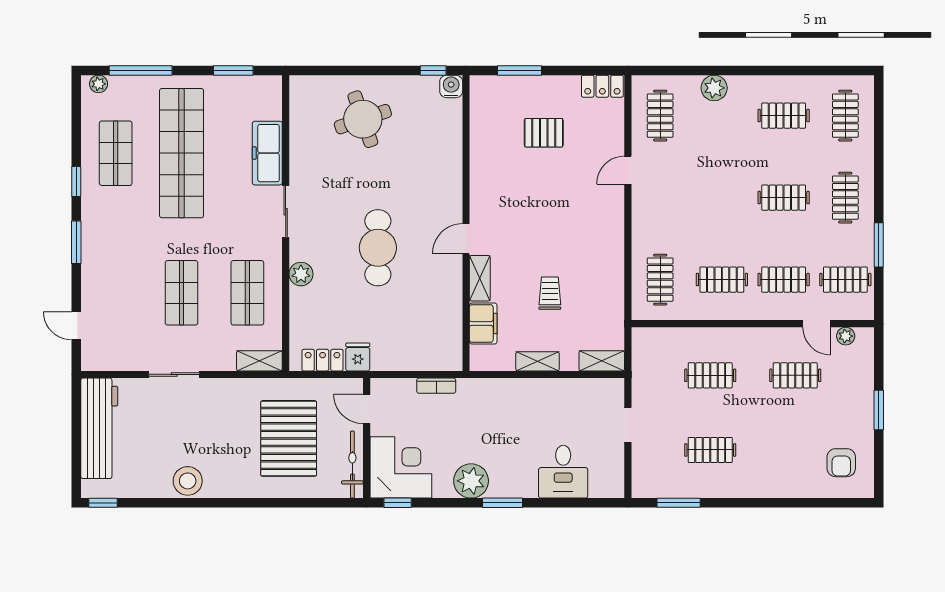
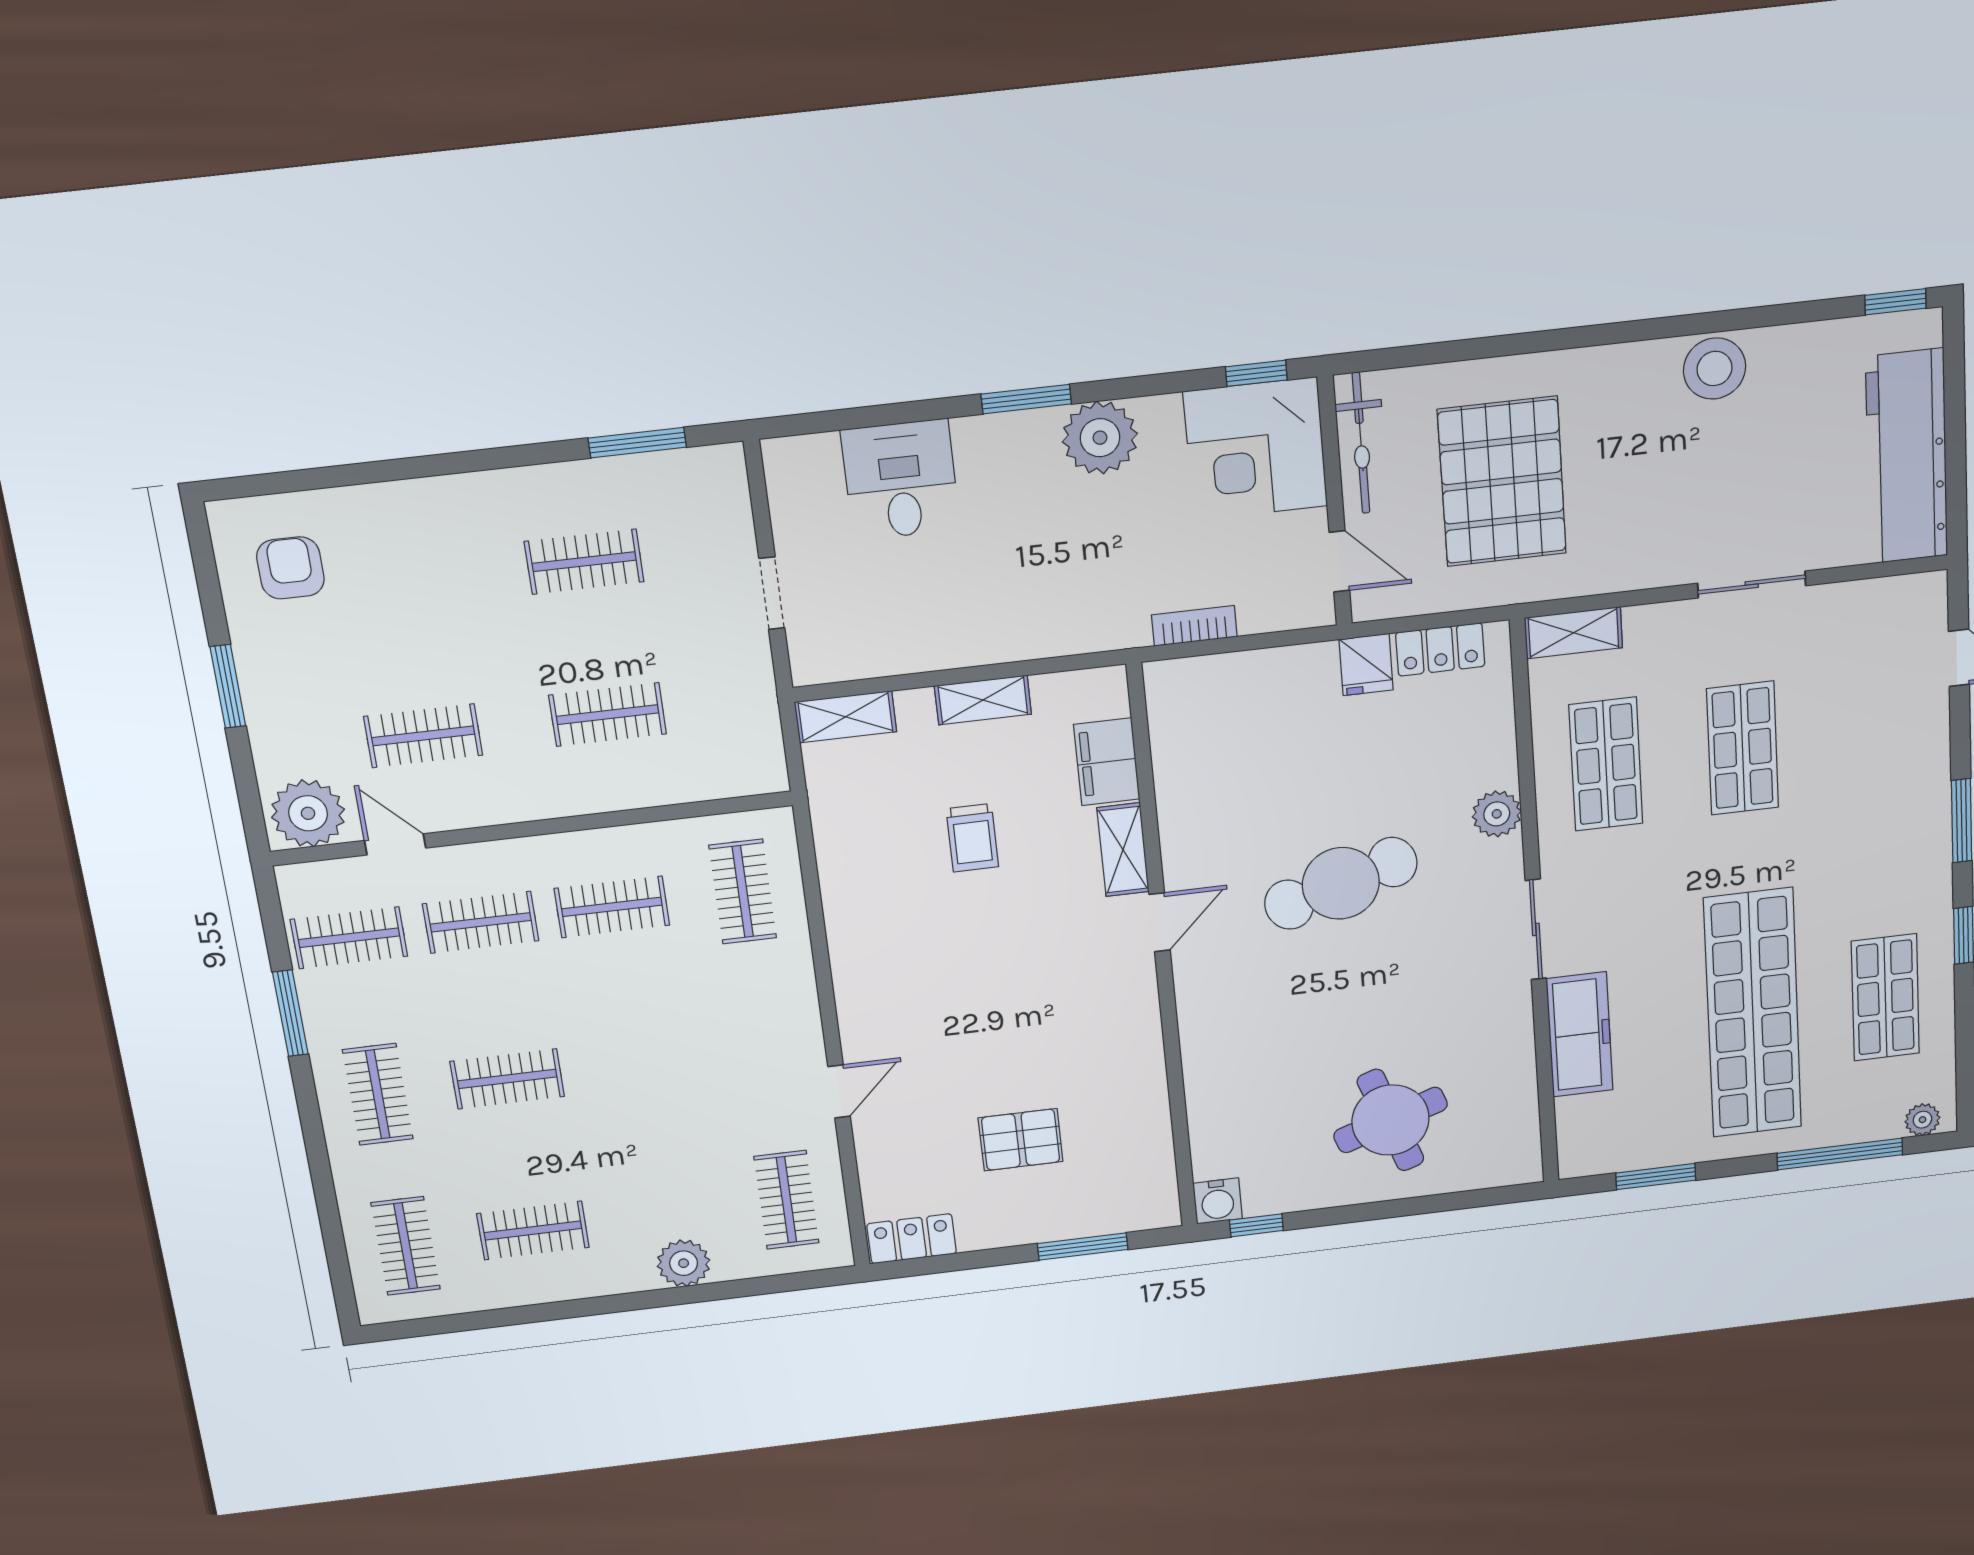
cafe table: (378, 248) -> (1341, 883), turned 73
plant: (846, 336) -> (308, 813), width x1.88, depth x1.88

